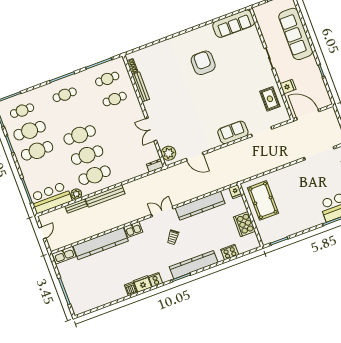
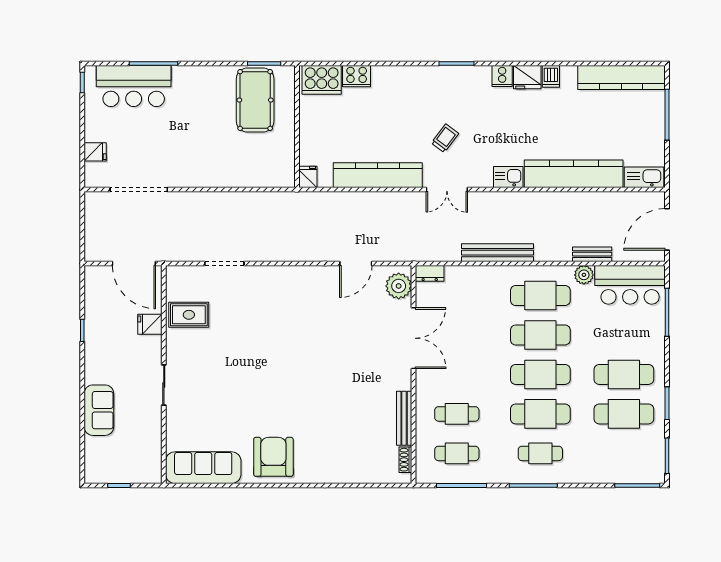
sofa: (296, 34) -> (99, 410), width x0.54, depth x0.79
armchair: (203, 63) -> (273, 457), moved, turned 180
rug: (270, 99) -> (189, 315), turned 90
cafe table: (22, 111) -> (540, 414), moved, width x1.37, depth x1.35
double door: (151, 129) -> (414, 338), width x1.37
sofa: (233, 132) -> (274, 281), removed
door: (195, 157) -> (356, 263), swing flipped
bench: (105, 196) -> (498, 253), moved
pool table: (263, 200) -> (255, 100), moved
cooker: (244, 224) -> (322, 80), moved, turned 90
door: (43, 233) -> (667, 229), width x1.88
kitchen counter: (194, 265) -> (621, 78), moved

